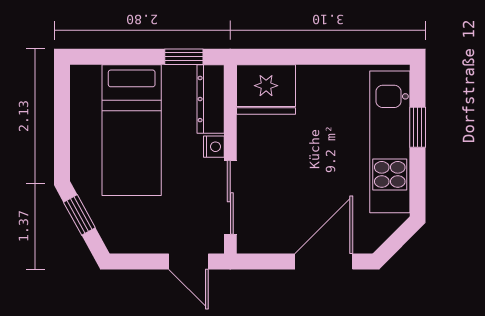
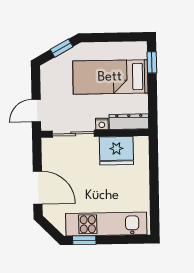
window: (184, 57) -> (152, 62), moved
fridge: (266, 90) -> (116, 151), moved, turned -90
window: (418, 127) -> (84, 240), moved

